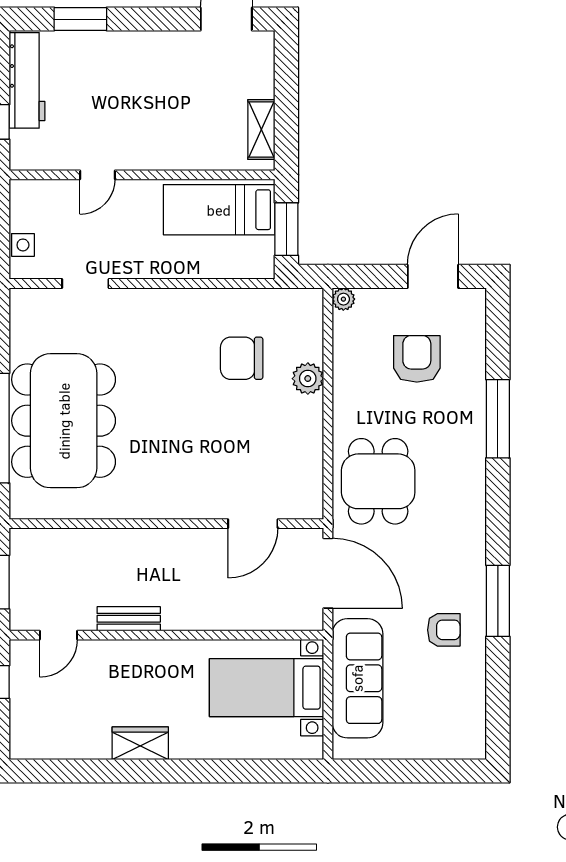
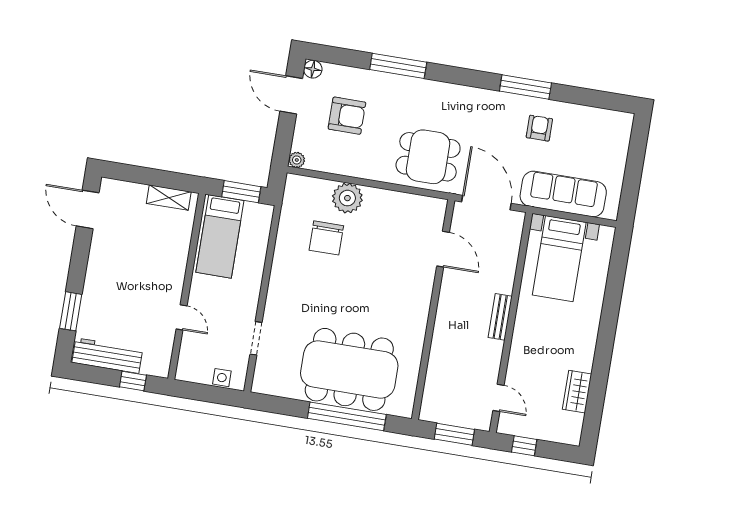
floor lamp: (474, 301) -> (313, 69), added
armchair: (417, 359) -> (347, 116), turned 180
plant: (308, 379) -> (347, 198), width x1.36, depth x1.36
door: (328, 573) -> (486, 203), hinge flipped
bench: (129, 619) -> (500, 317), moved
wardrobe: (140, 743) -> (577, 392), moved

